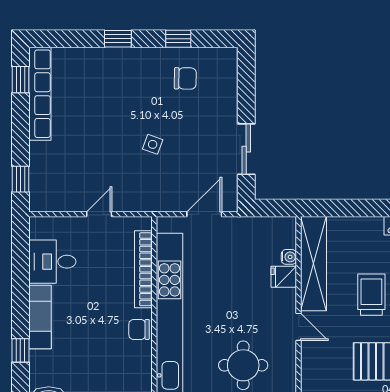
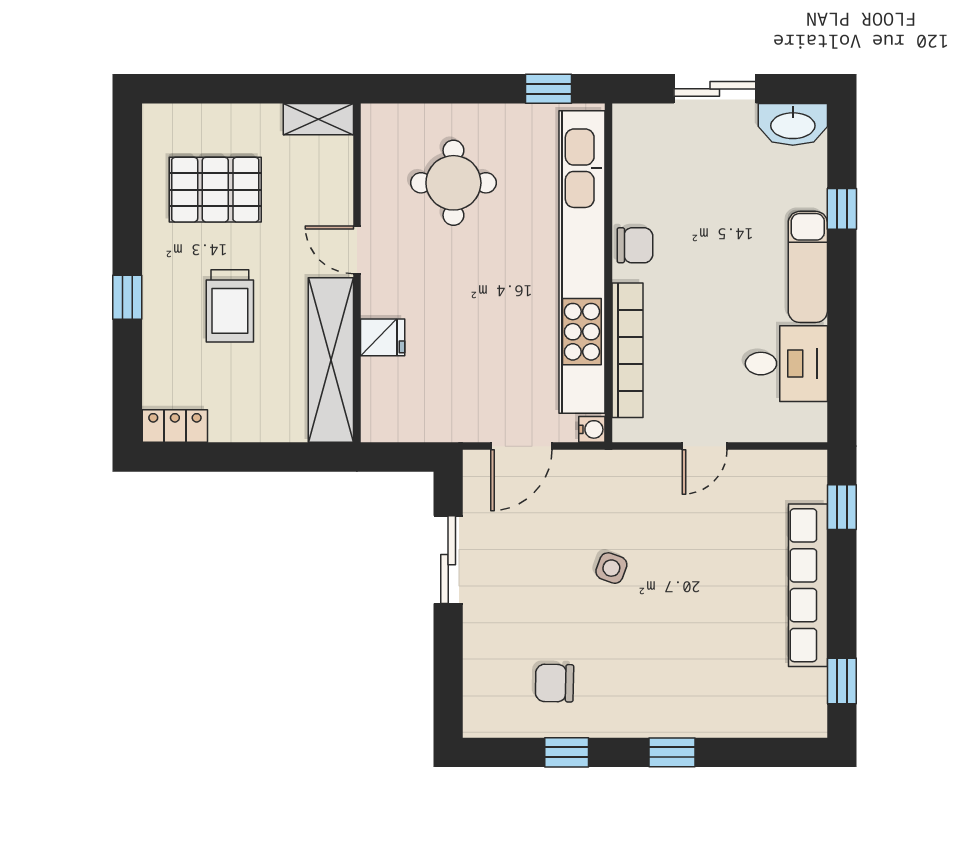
row of seats: (40, 94) -> (808, 585), moved
water cooler: (289, 257) -> (592, 429), moved, turned 180

